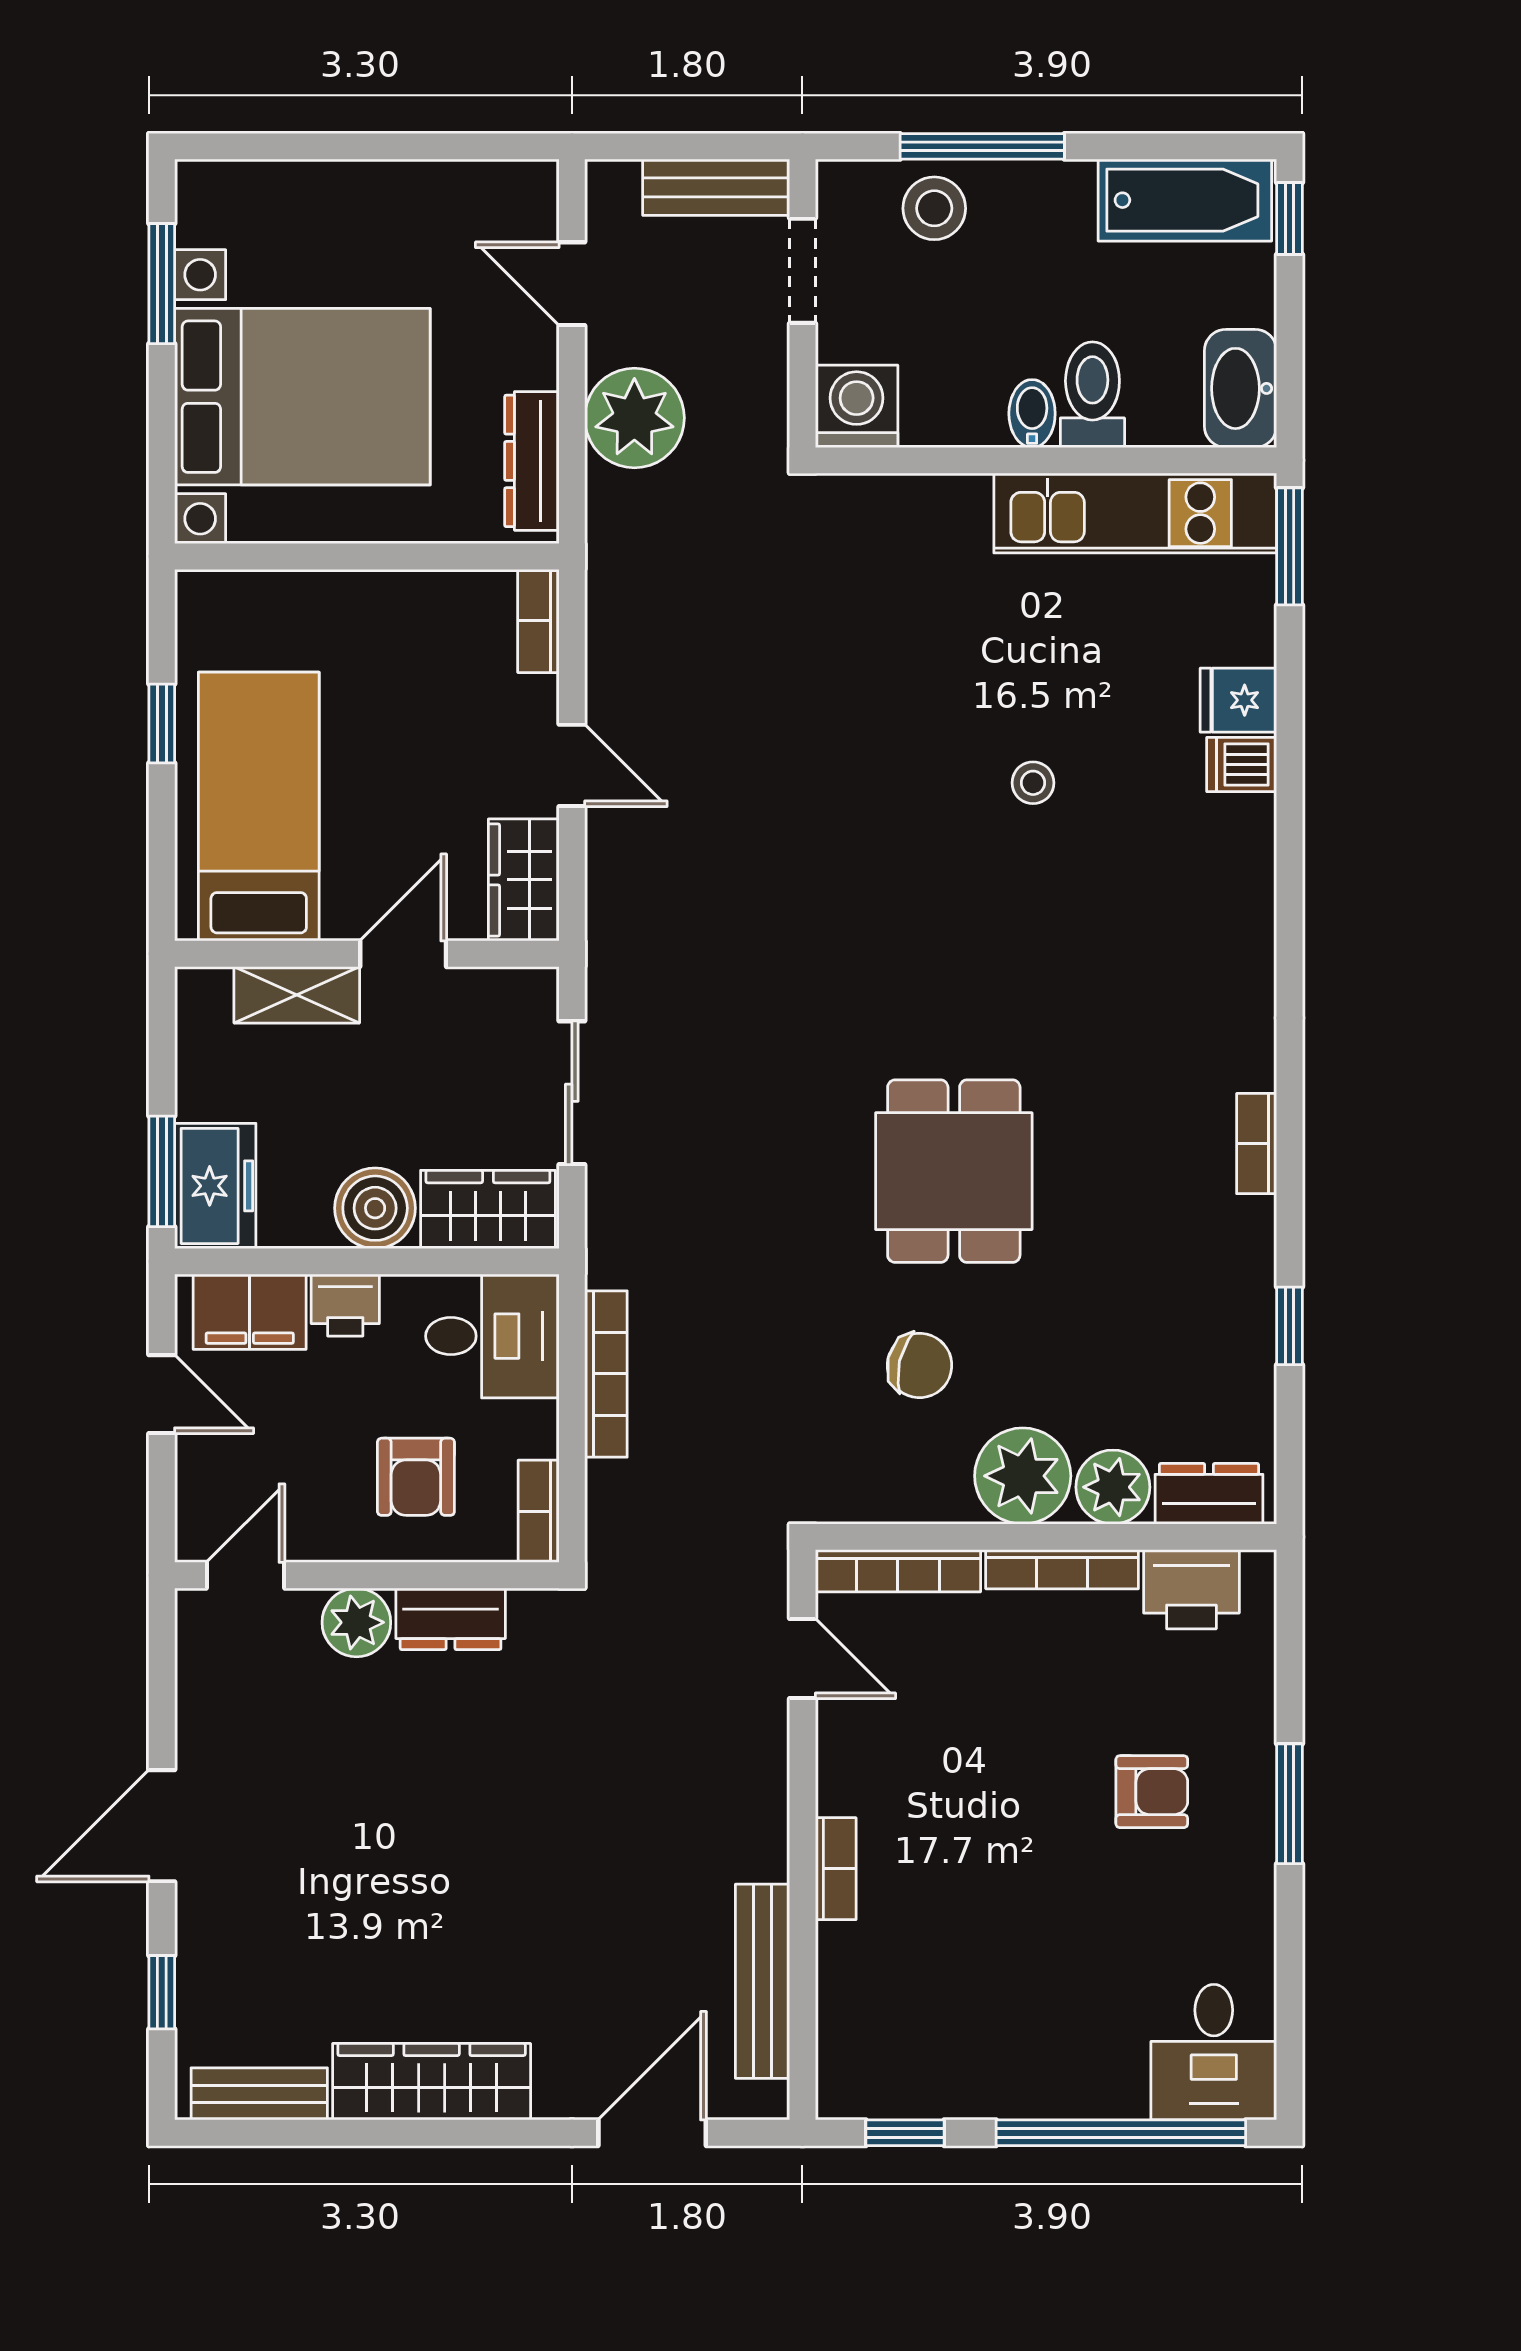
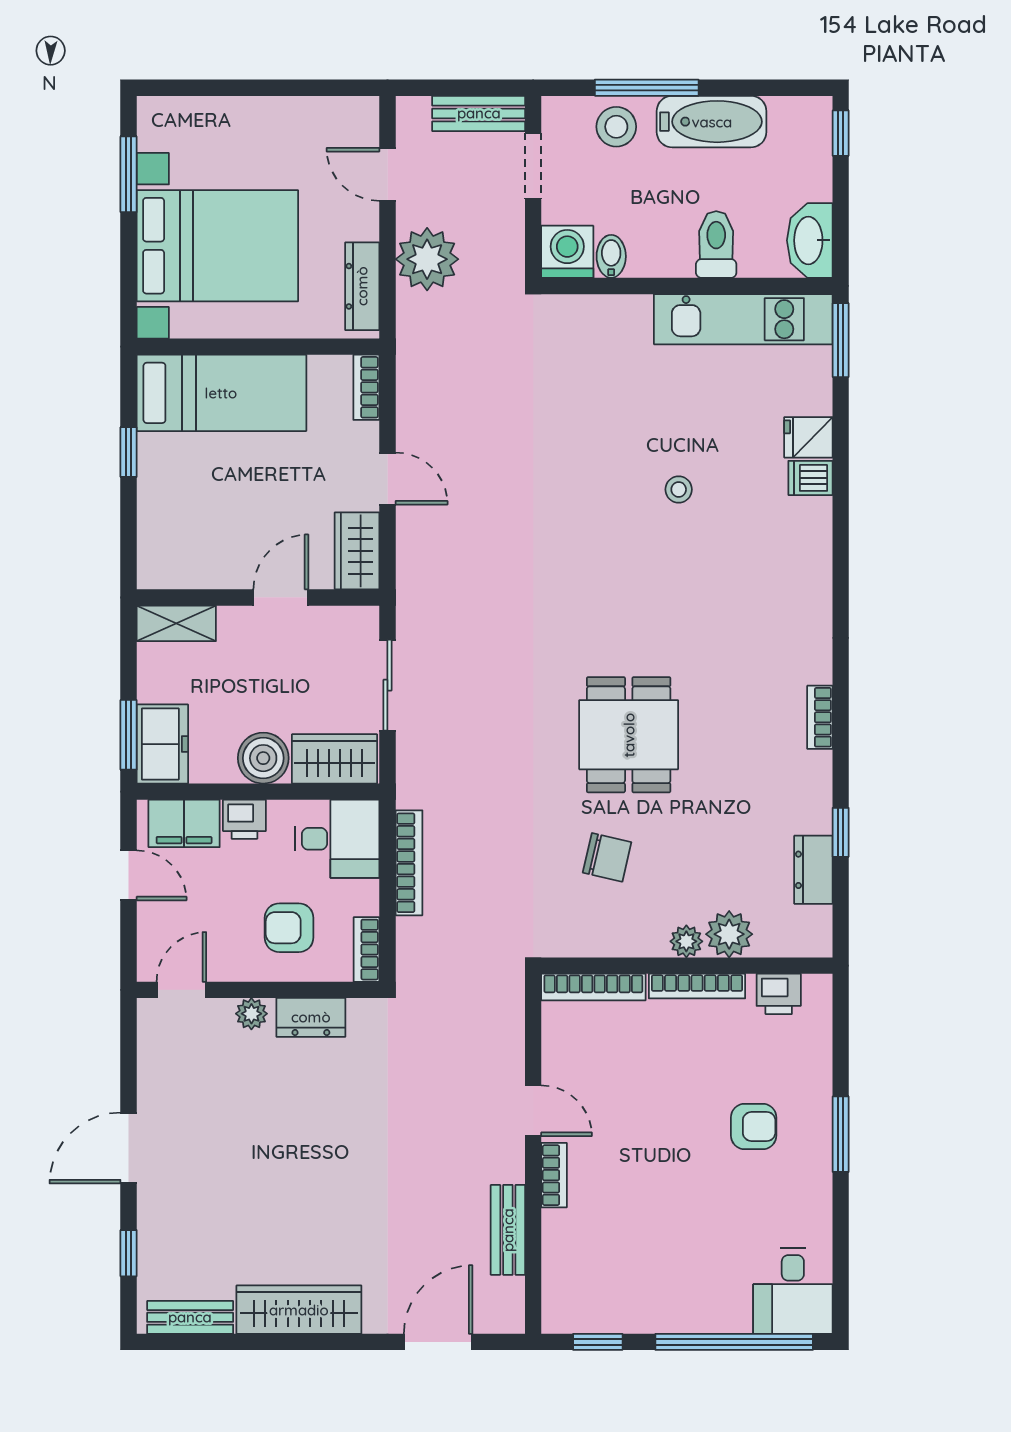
bathtub: (1185, 200) -> (712, 122), moved
bidet: (1032, 414) -> (611, 256), moved
bed: (259, 807) -> (221, 393), moved, turned 90
shelving: (297, 995) -> (176, 623), moved
plant: (1023, 1476) -> (686, 941), width x0.53, depth x0.53
armchair: (416, 1477) -> (289, 928), turned 90
dresser: (1209, 1494) -> (813, 870), moved, turned -90
printer: (1191, 1589) -> (779, 994), width x0.73, depth x0.81
plant: (356, 1622) -> (251, 1014), width x0.73, depth x0.73
door: (802, 1659) -> (533, 1111), moved
bench: (762, 1981) -> (508, 1230), width x0.73

